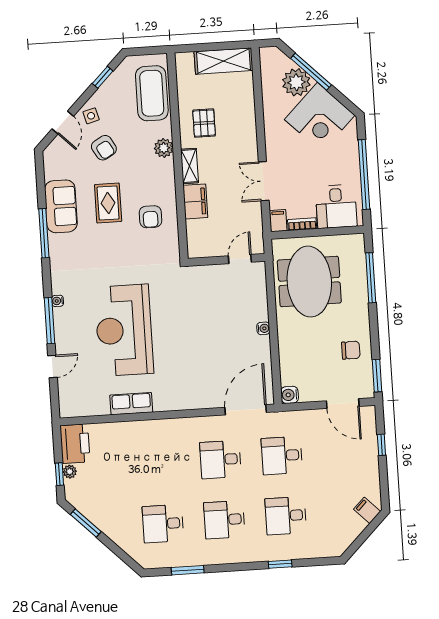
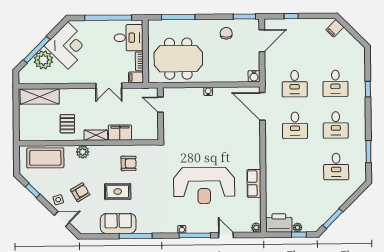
shelving: (224, 61) -> (40, 96), moved, turned 90
pallet: (204, 123) -> (67, 124), turned 90
plant: (66, 411) -> (256, 228), added

